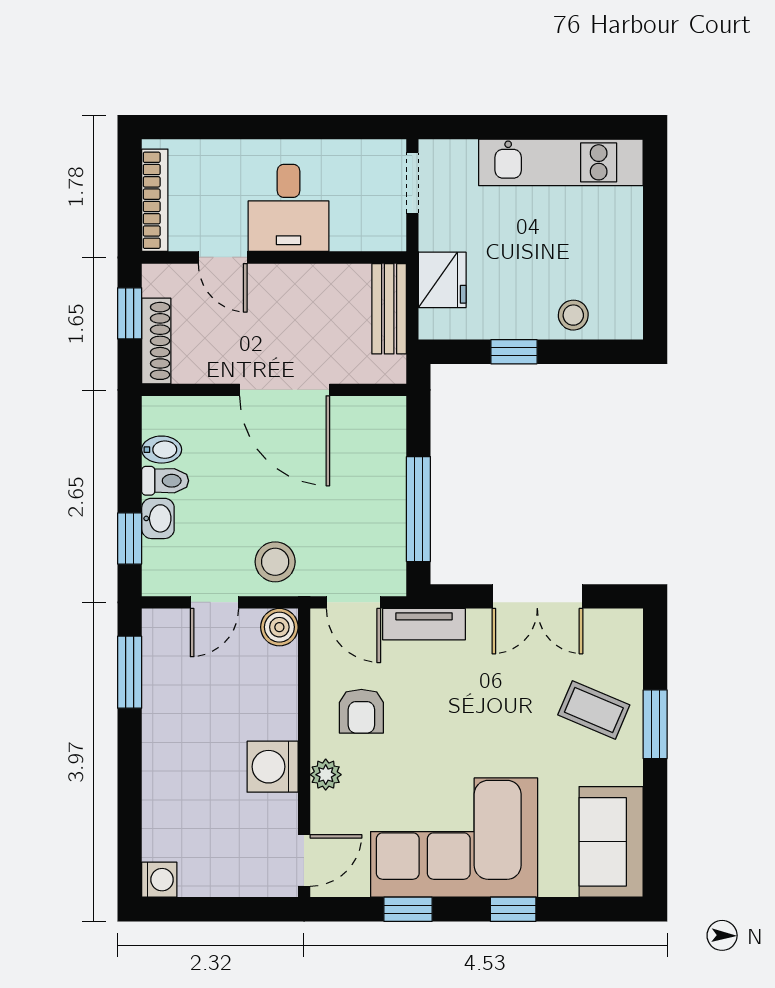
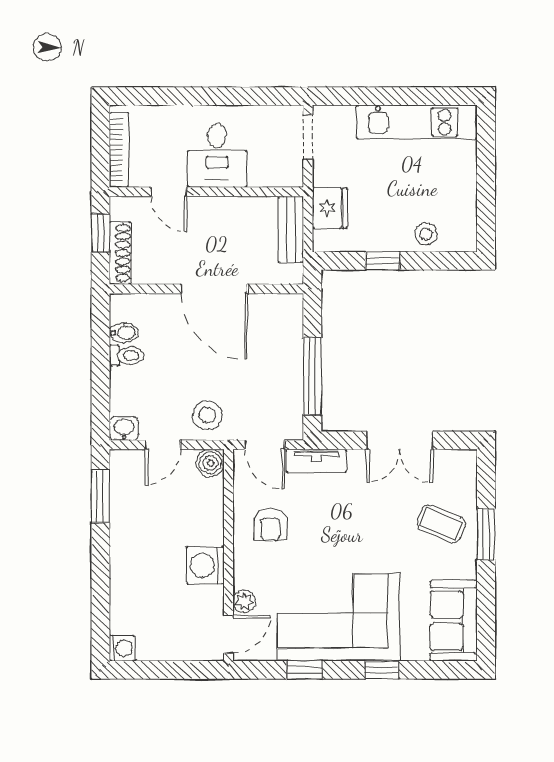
washbasin: (158, 518) -> (124, 428), moved, turned -90
window: (130, 538) -> (100, 398), removed
plant: (326, 775) -> (244, 601), moved

